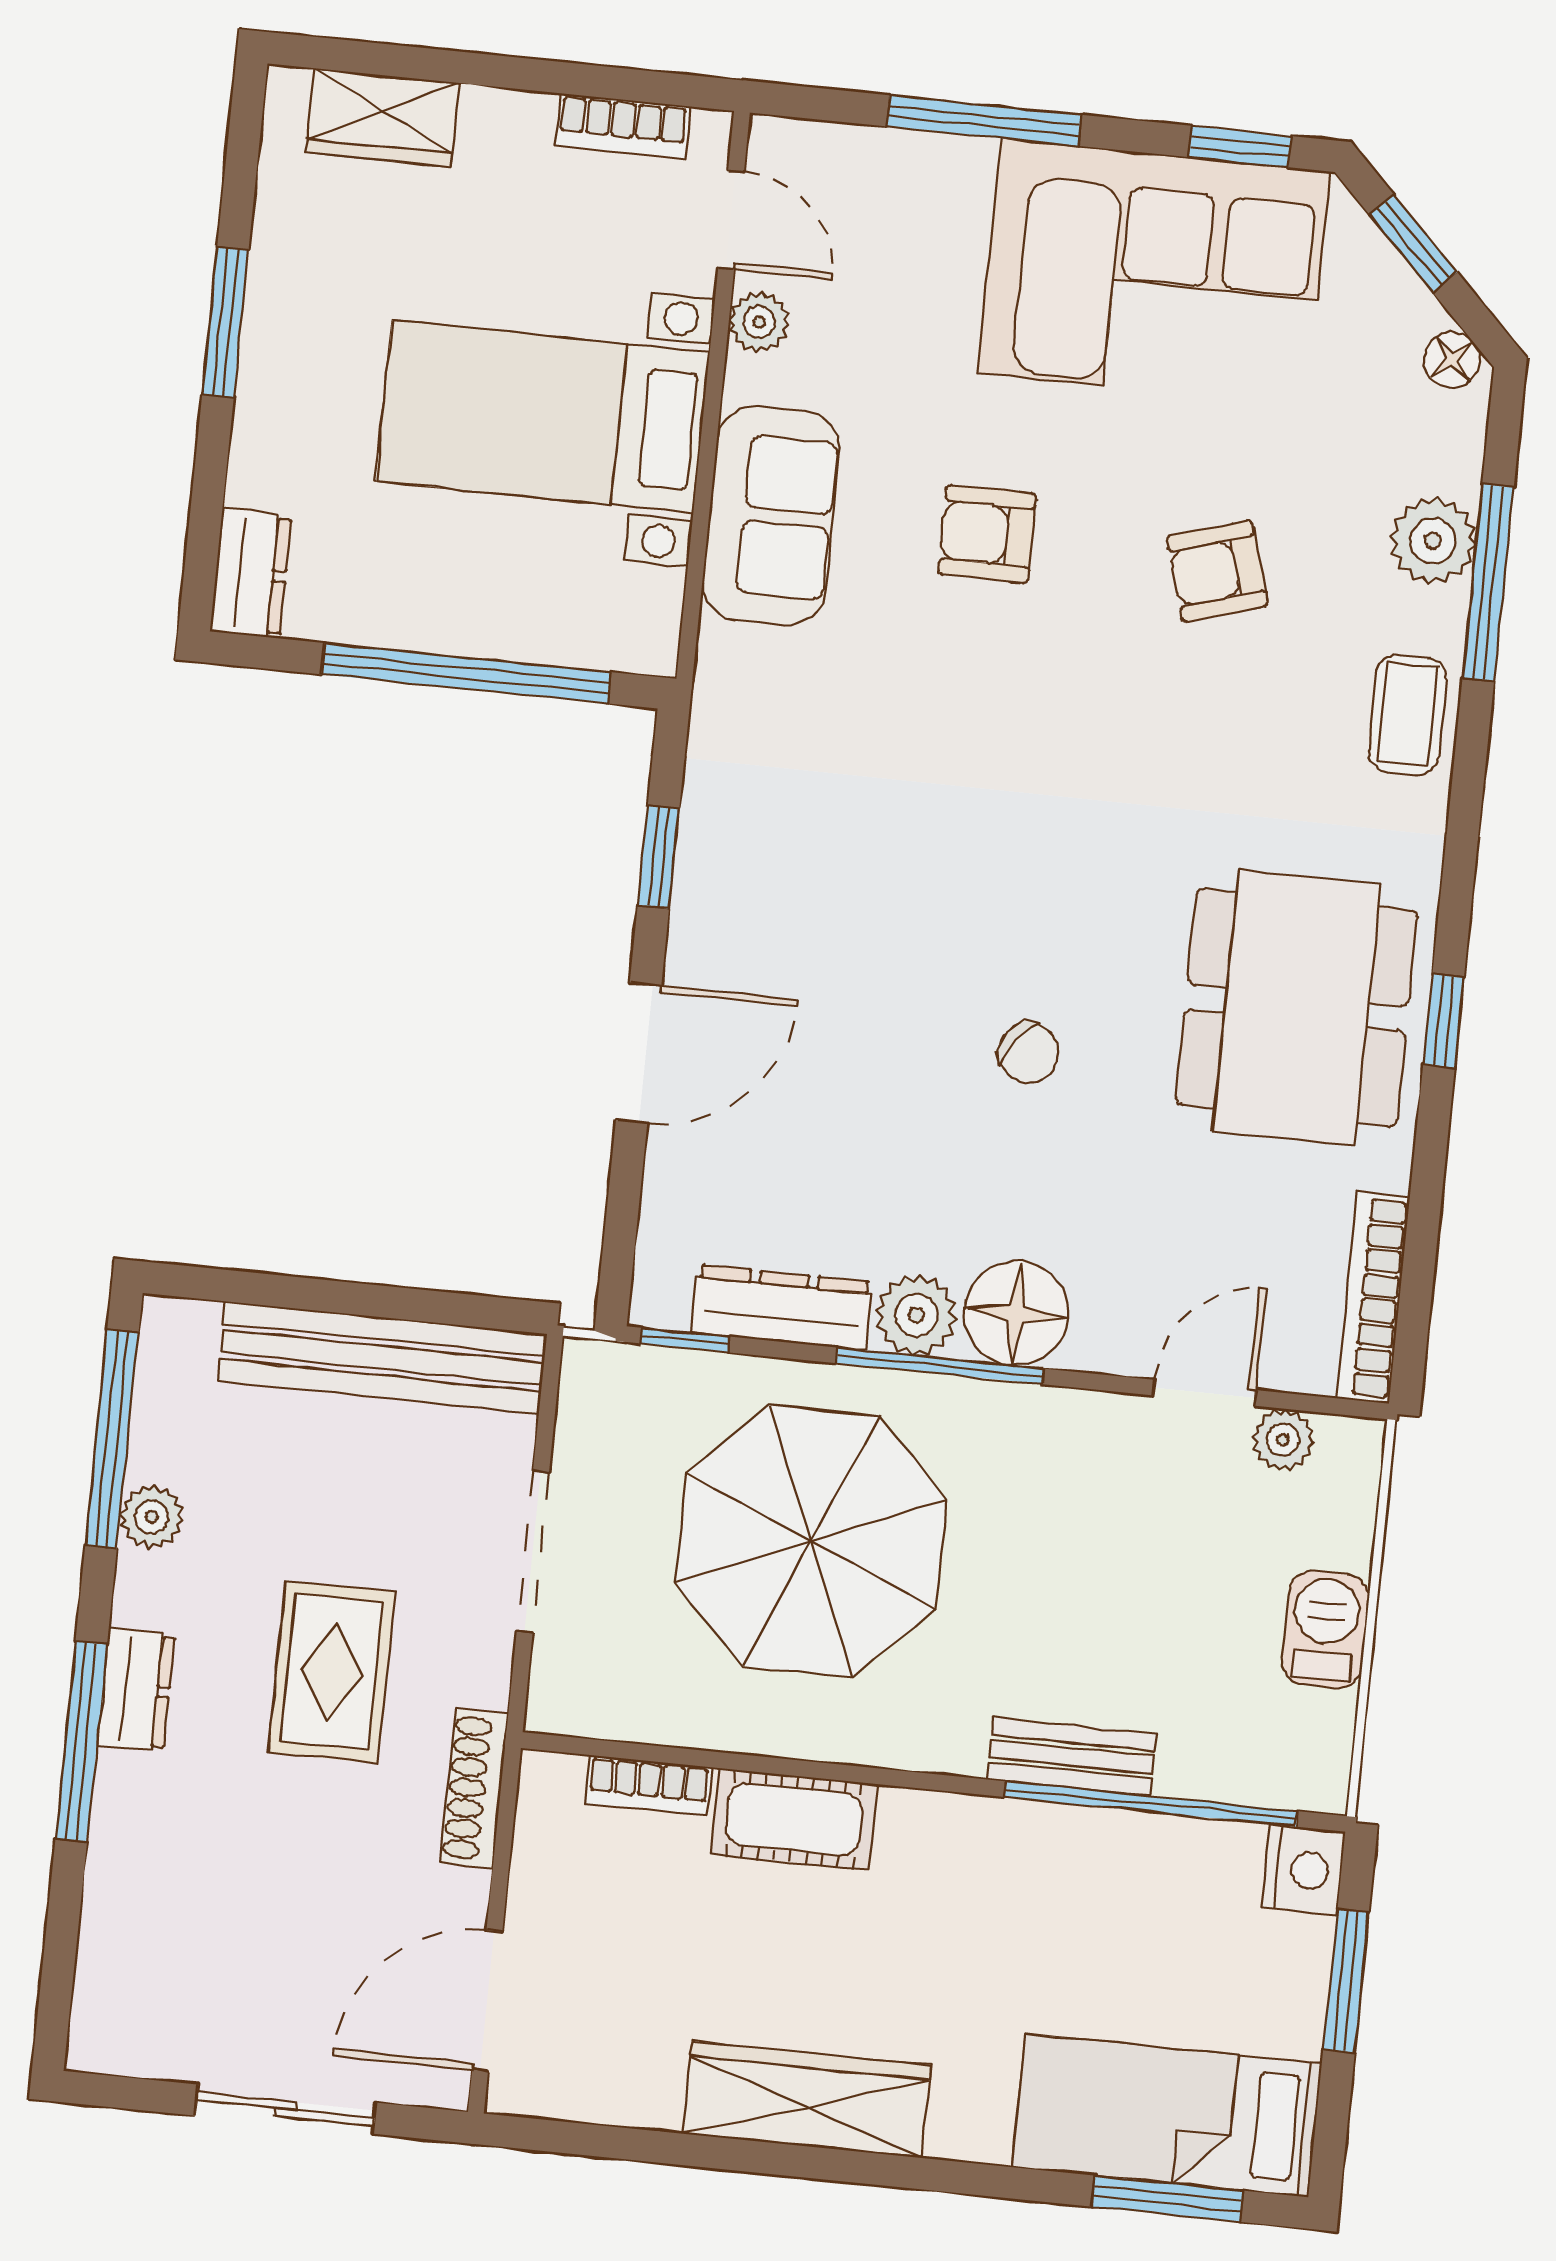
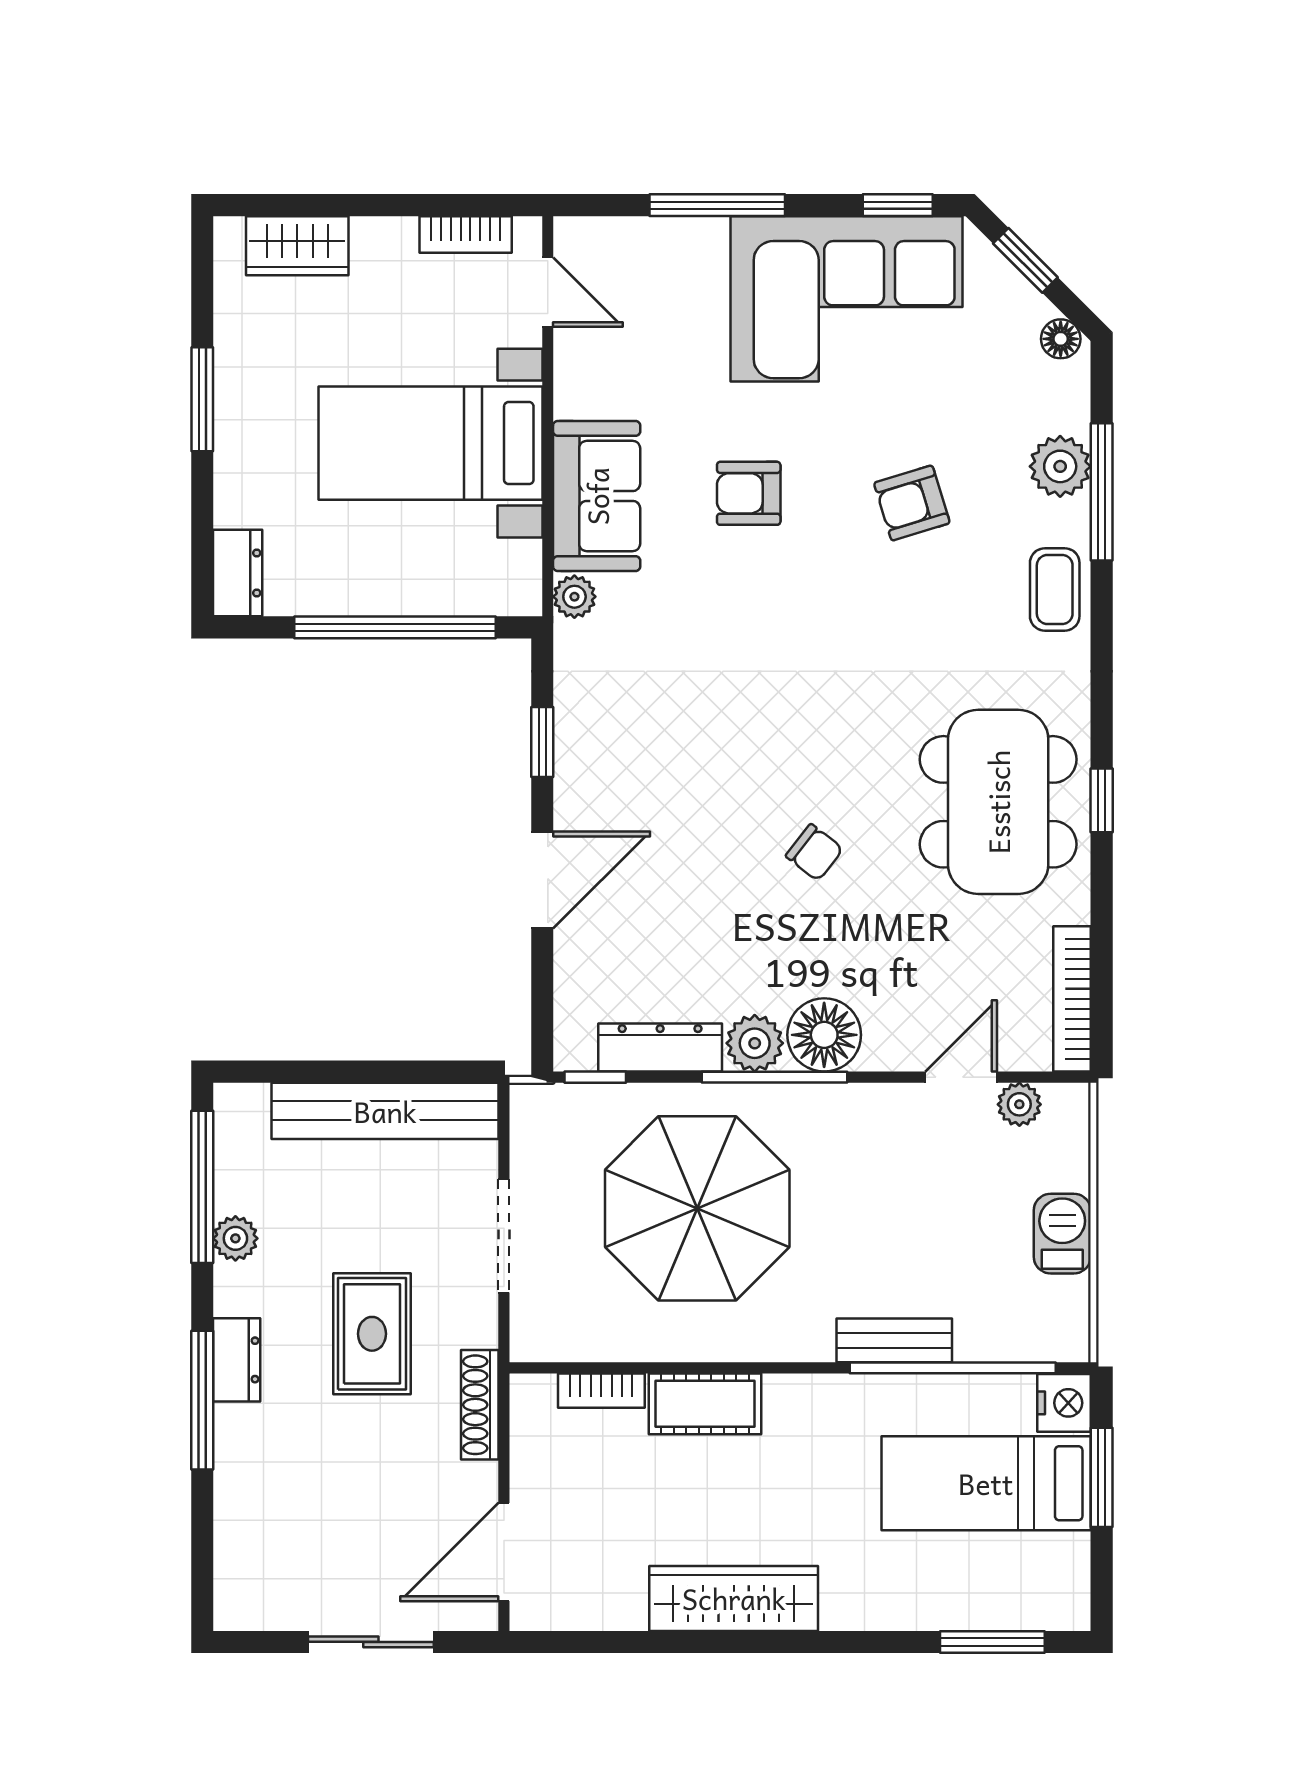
plant: (759, 322) -> (574, 597), moved
bed: (1167, 2116) -> (986, 1483), moved

